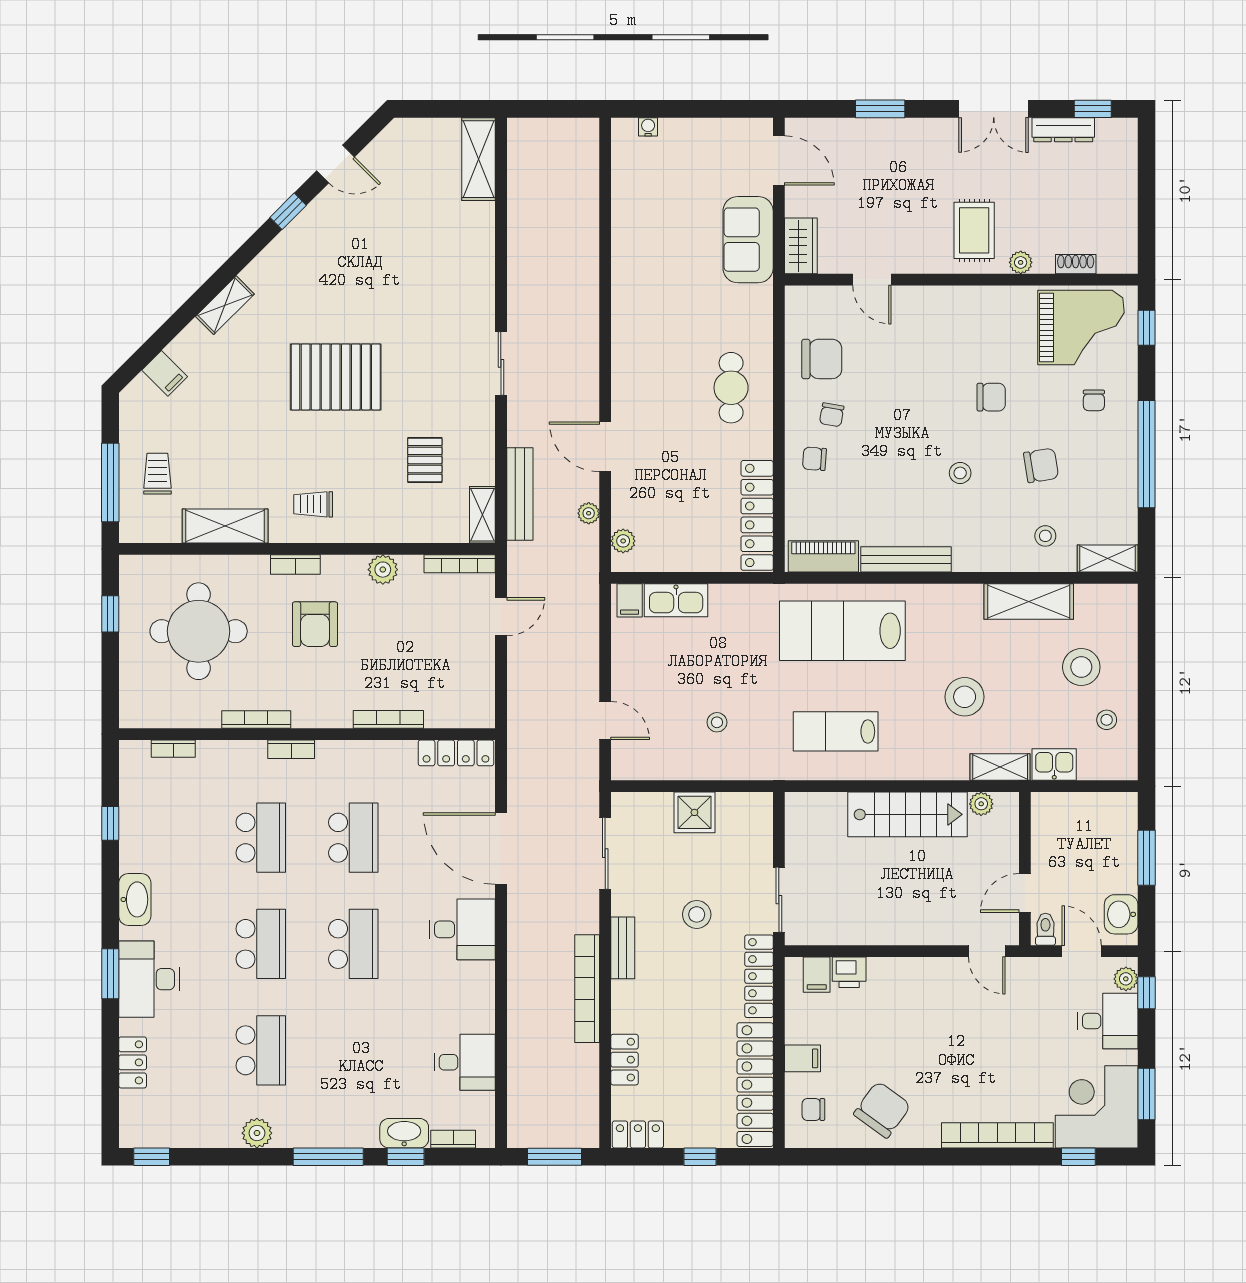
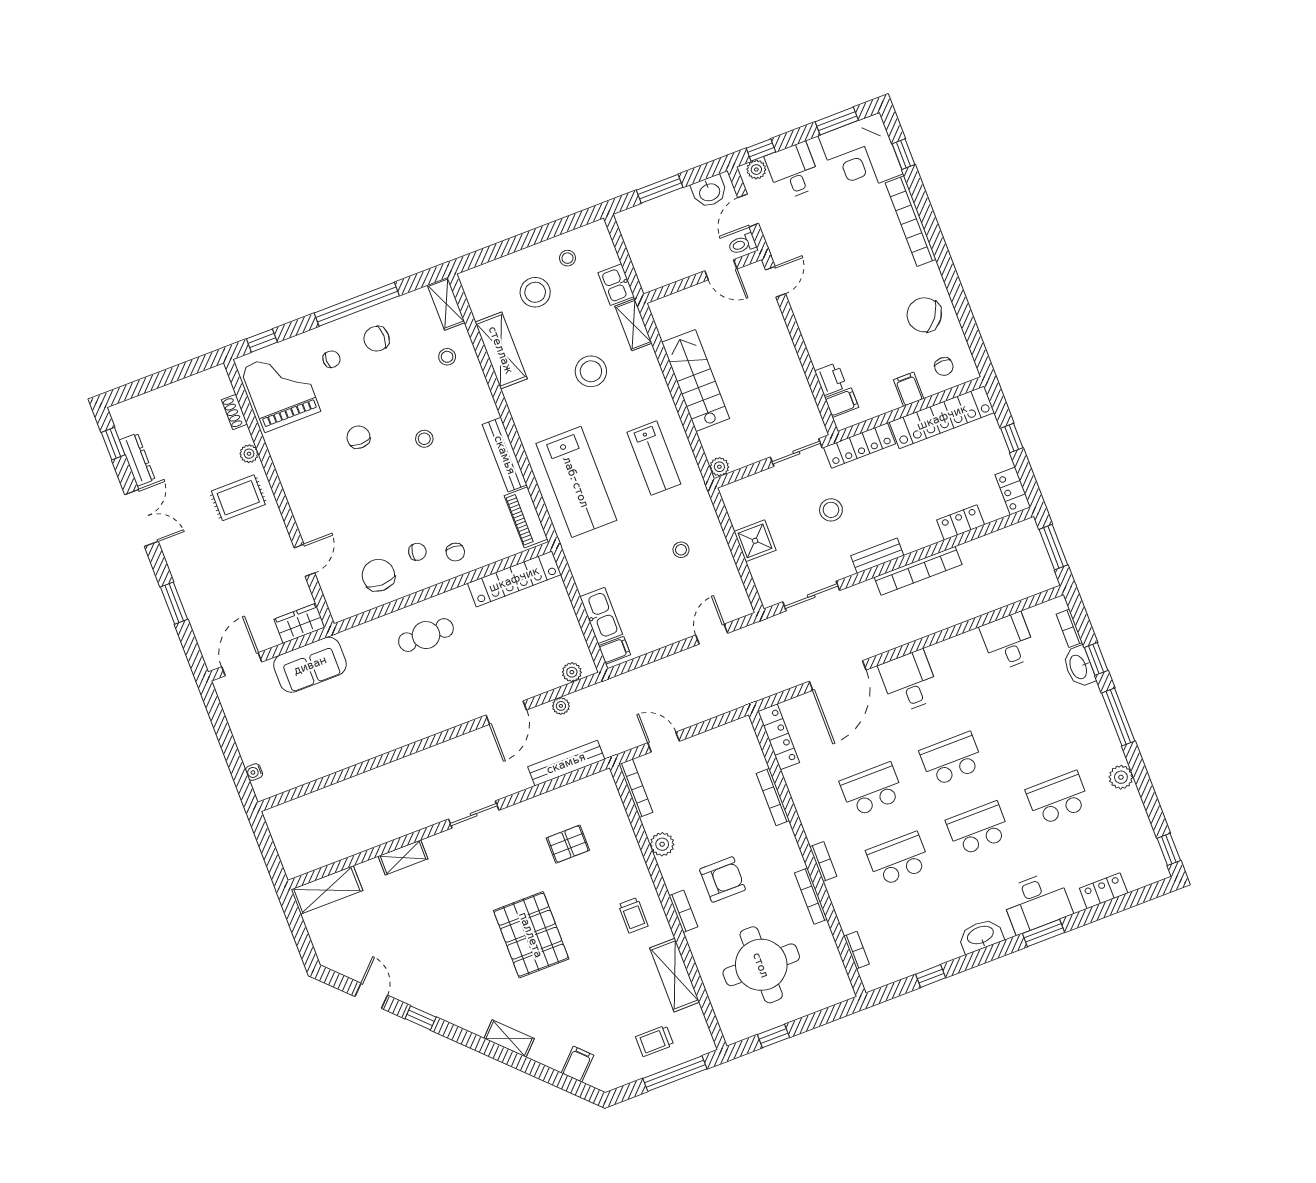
chair: (1041, 465) -> (377, 339), moved, turned -81
shelving: (482, 515) -> (403, 857), moved
plant: (981, 804) -> (719, 467), moved

